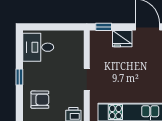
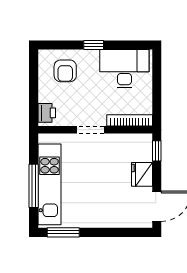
desk: (38, 47) -> (124, 69), width x1.37
bookcase: (79, 48) -> (130, 120), added

